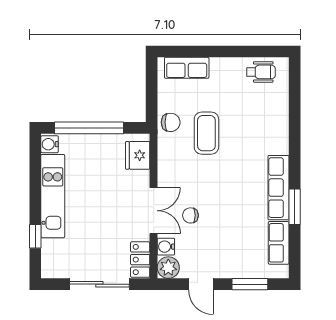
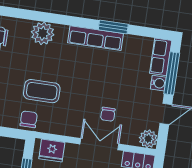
plant: (275, 124) -> (43, 33), added
row of seats: (279, 243) -> (161, 57), moved, turned 90
water cooler: (166, 247) -> (158, 83), moved, turned -90
window: (250, 284) -> (172, 73), width x1.44

